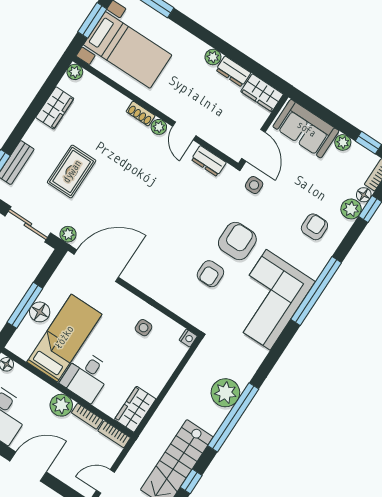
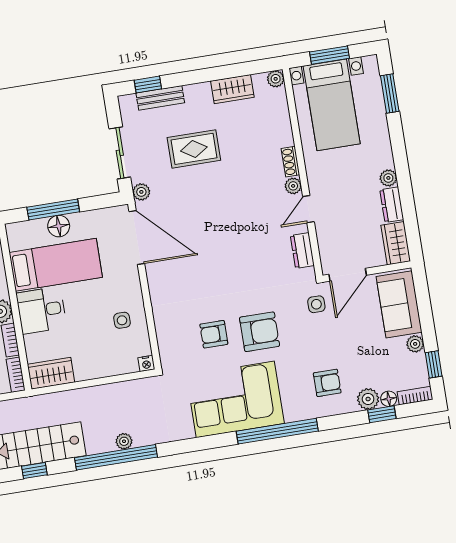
plant: (225, 393) -> (124, 441), width x0.53, depth x0.53

